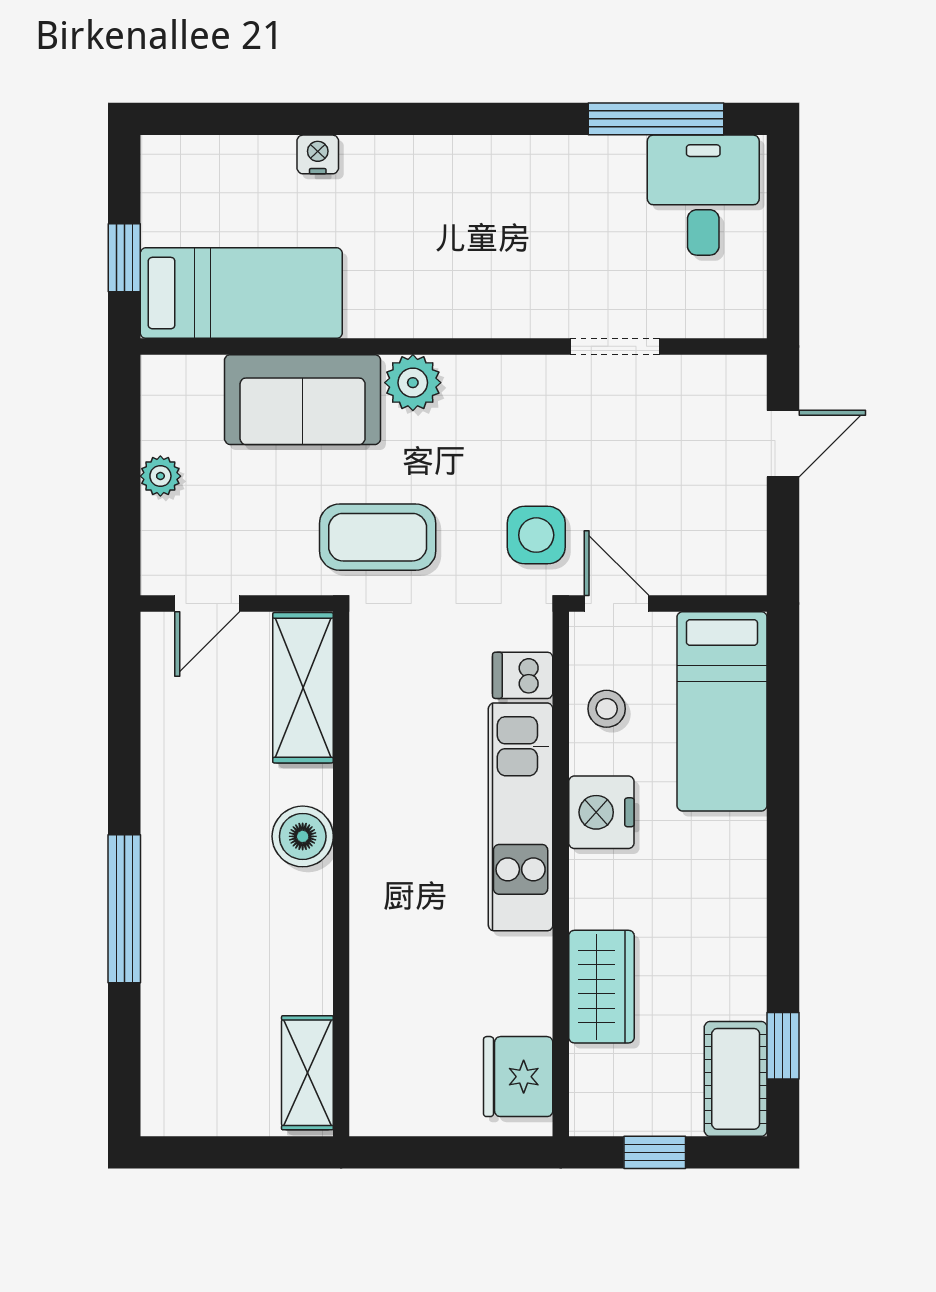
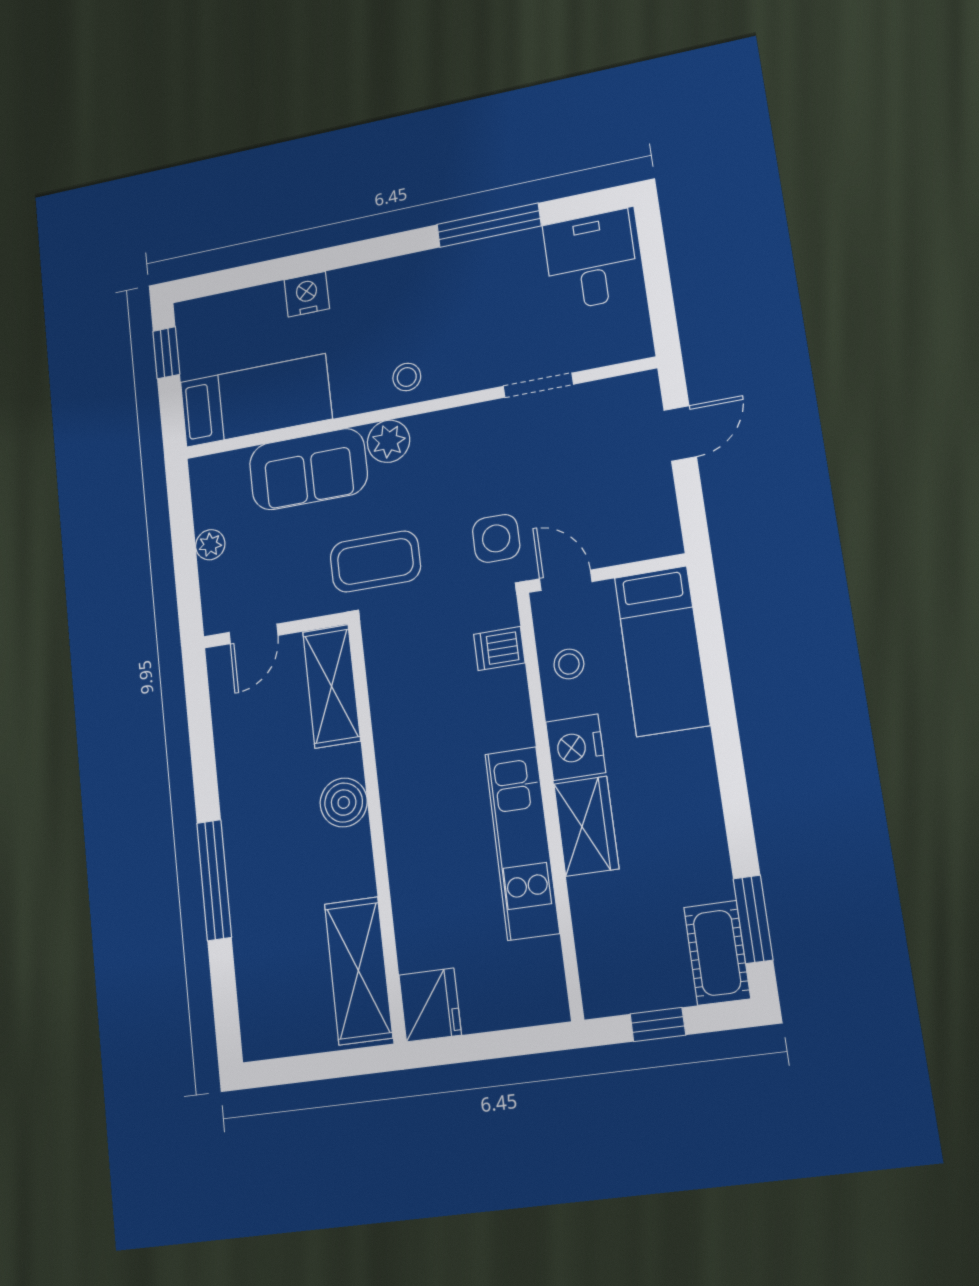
window: (656, 119) -> (489, 225), moved
nightstand: (318, 154) -> (307, 294), width x1.39, depth x1.35
window: (124, 258) -> (166, 353), moved
stool: (447, 302) -> (407, 377), added
kitchen unit: (521, 817) -> (522, 843), moved
wardrobe: (601, 987) -> (586, 826), moved
window: (783, 1046) -> (753, 919), width x1.50
shelving: (307, 1073) -> (358, 971), width x1.50, depth x1.33
fridge: (518, 1077) -> (430, 1005), moved, turned 180

